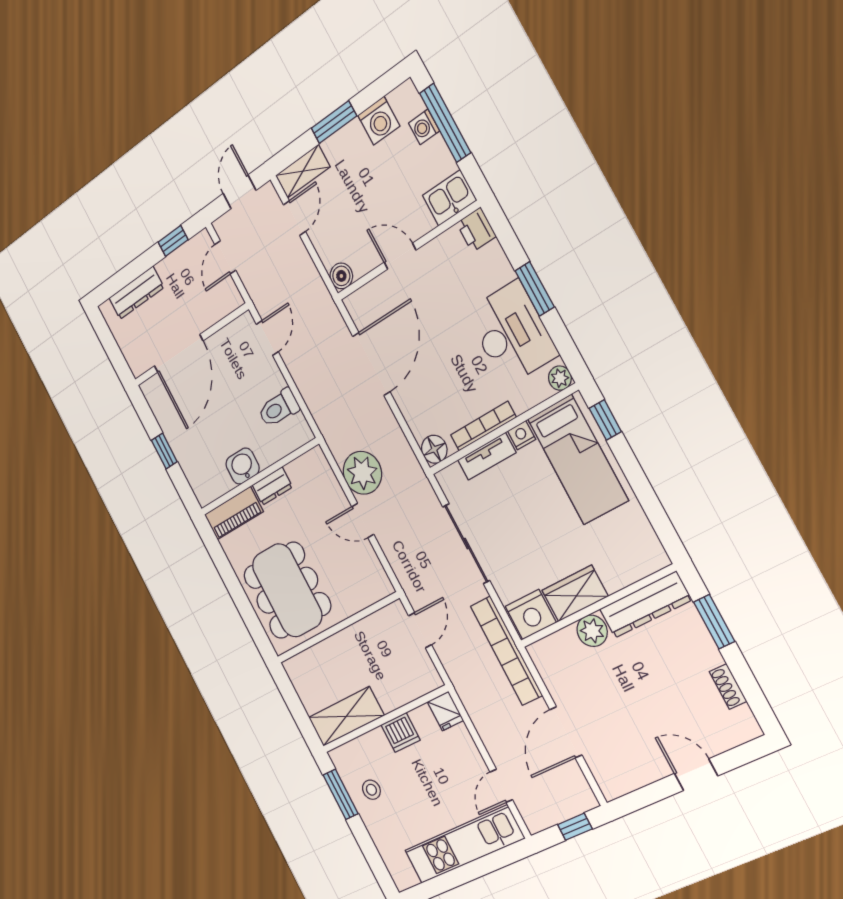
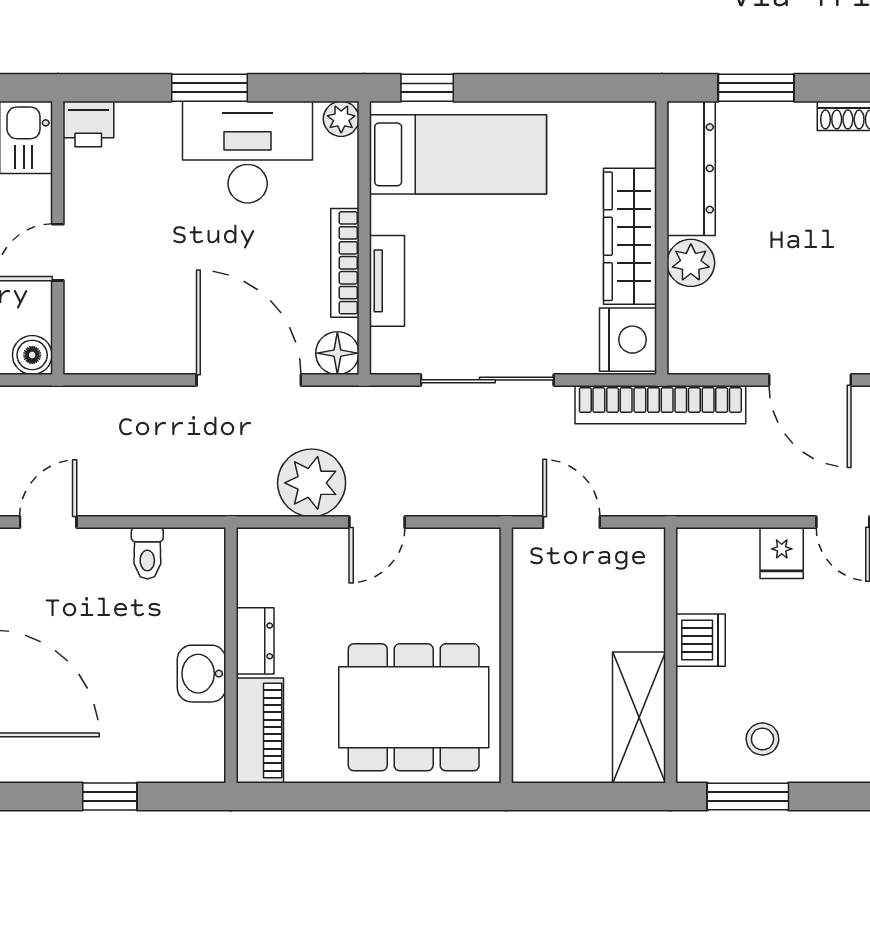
door: (267, 338) -> (48, 522), hinge flipped
door: (371, 364) -> (249, 380), moved
toilet: (279, 408) -> (147, 553), width x0.73, depth x0.72
nightstand: (522, 435) -> (386, 215), removed
wardrobe: (575, 593) -> (630, 236), width x1.50
fridge: (445, 711) -> (782, 553), moved, turned 90

